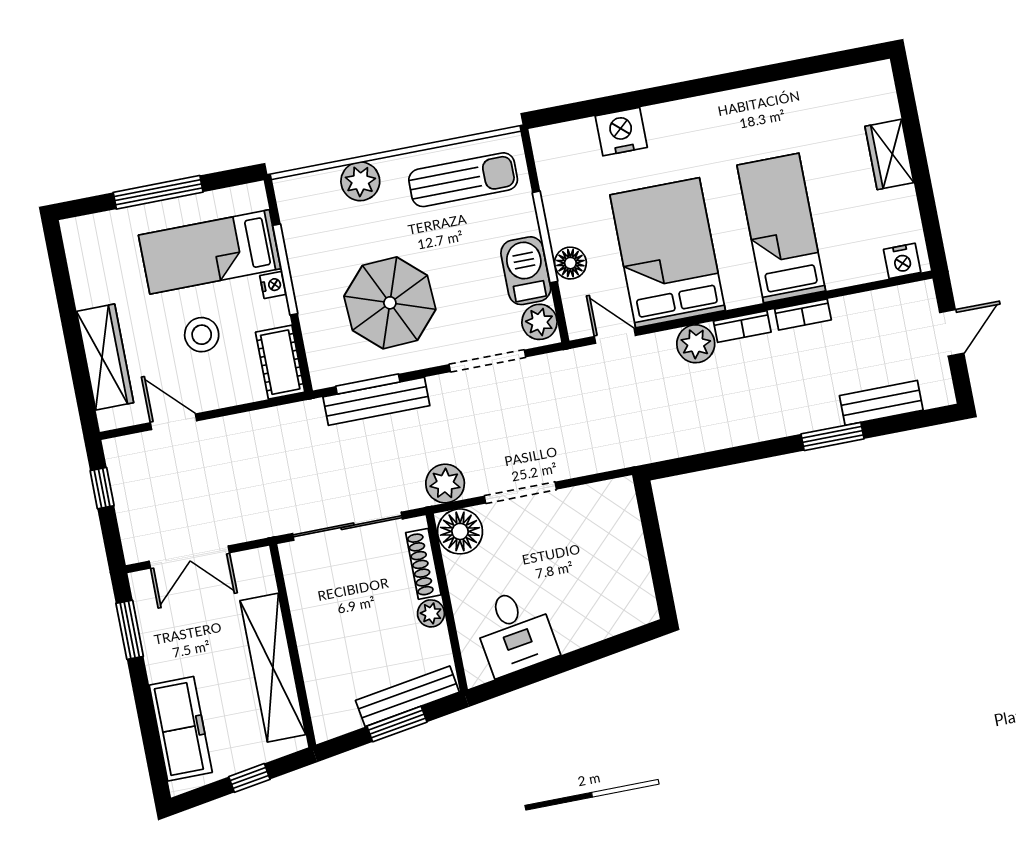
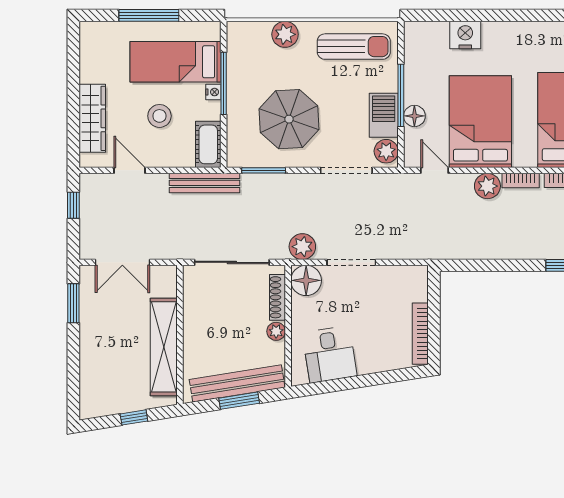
bench: (376, 401) -> (204, 183), moved
bookcase: (640, 576) -> (420, 334), added
bench: (407, 696) -> (237, 383), width x1.37, depth x1.21
freezer: (181, 729) -> (94, 376), removed

